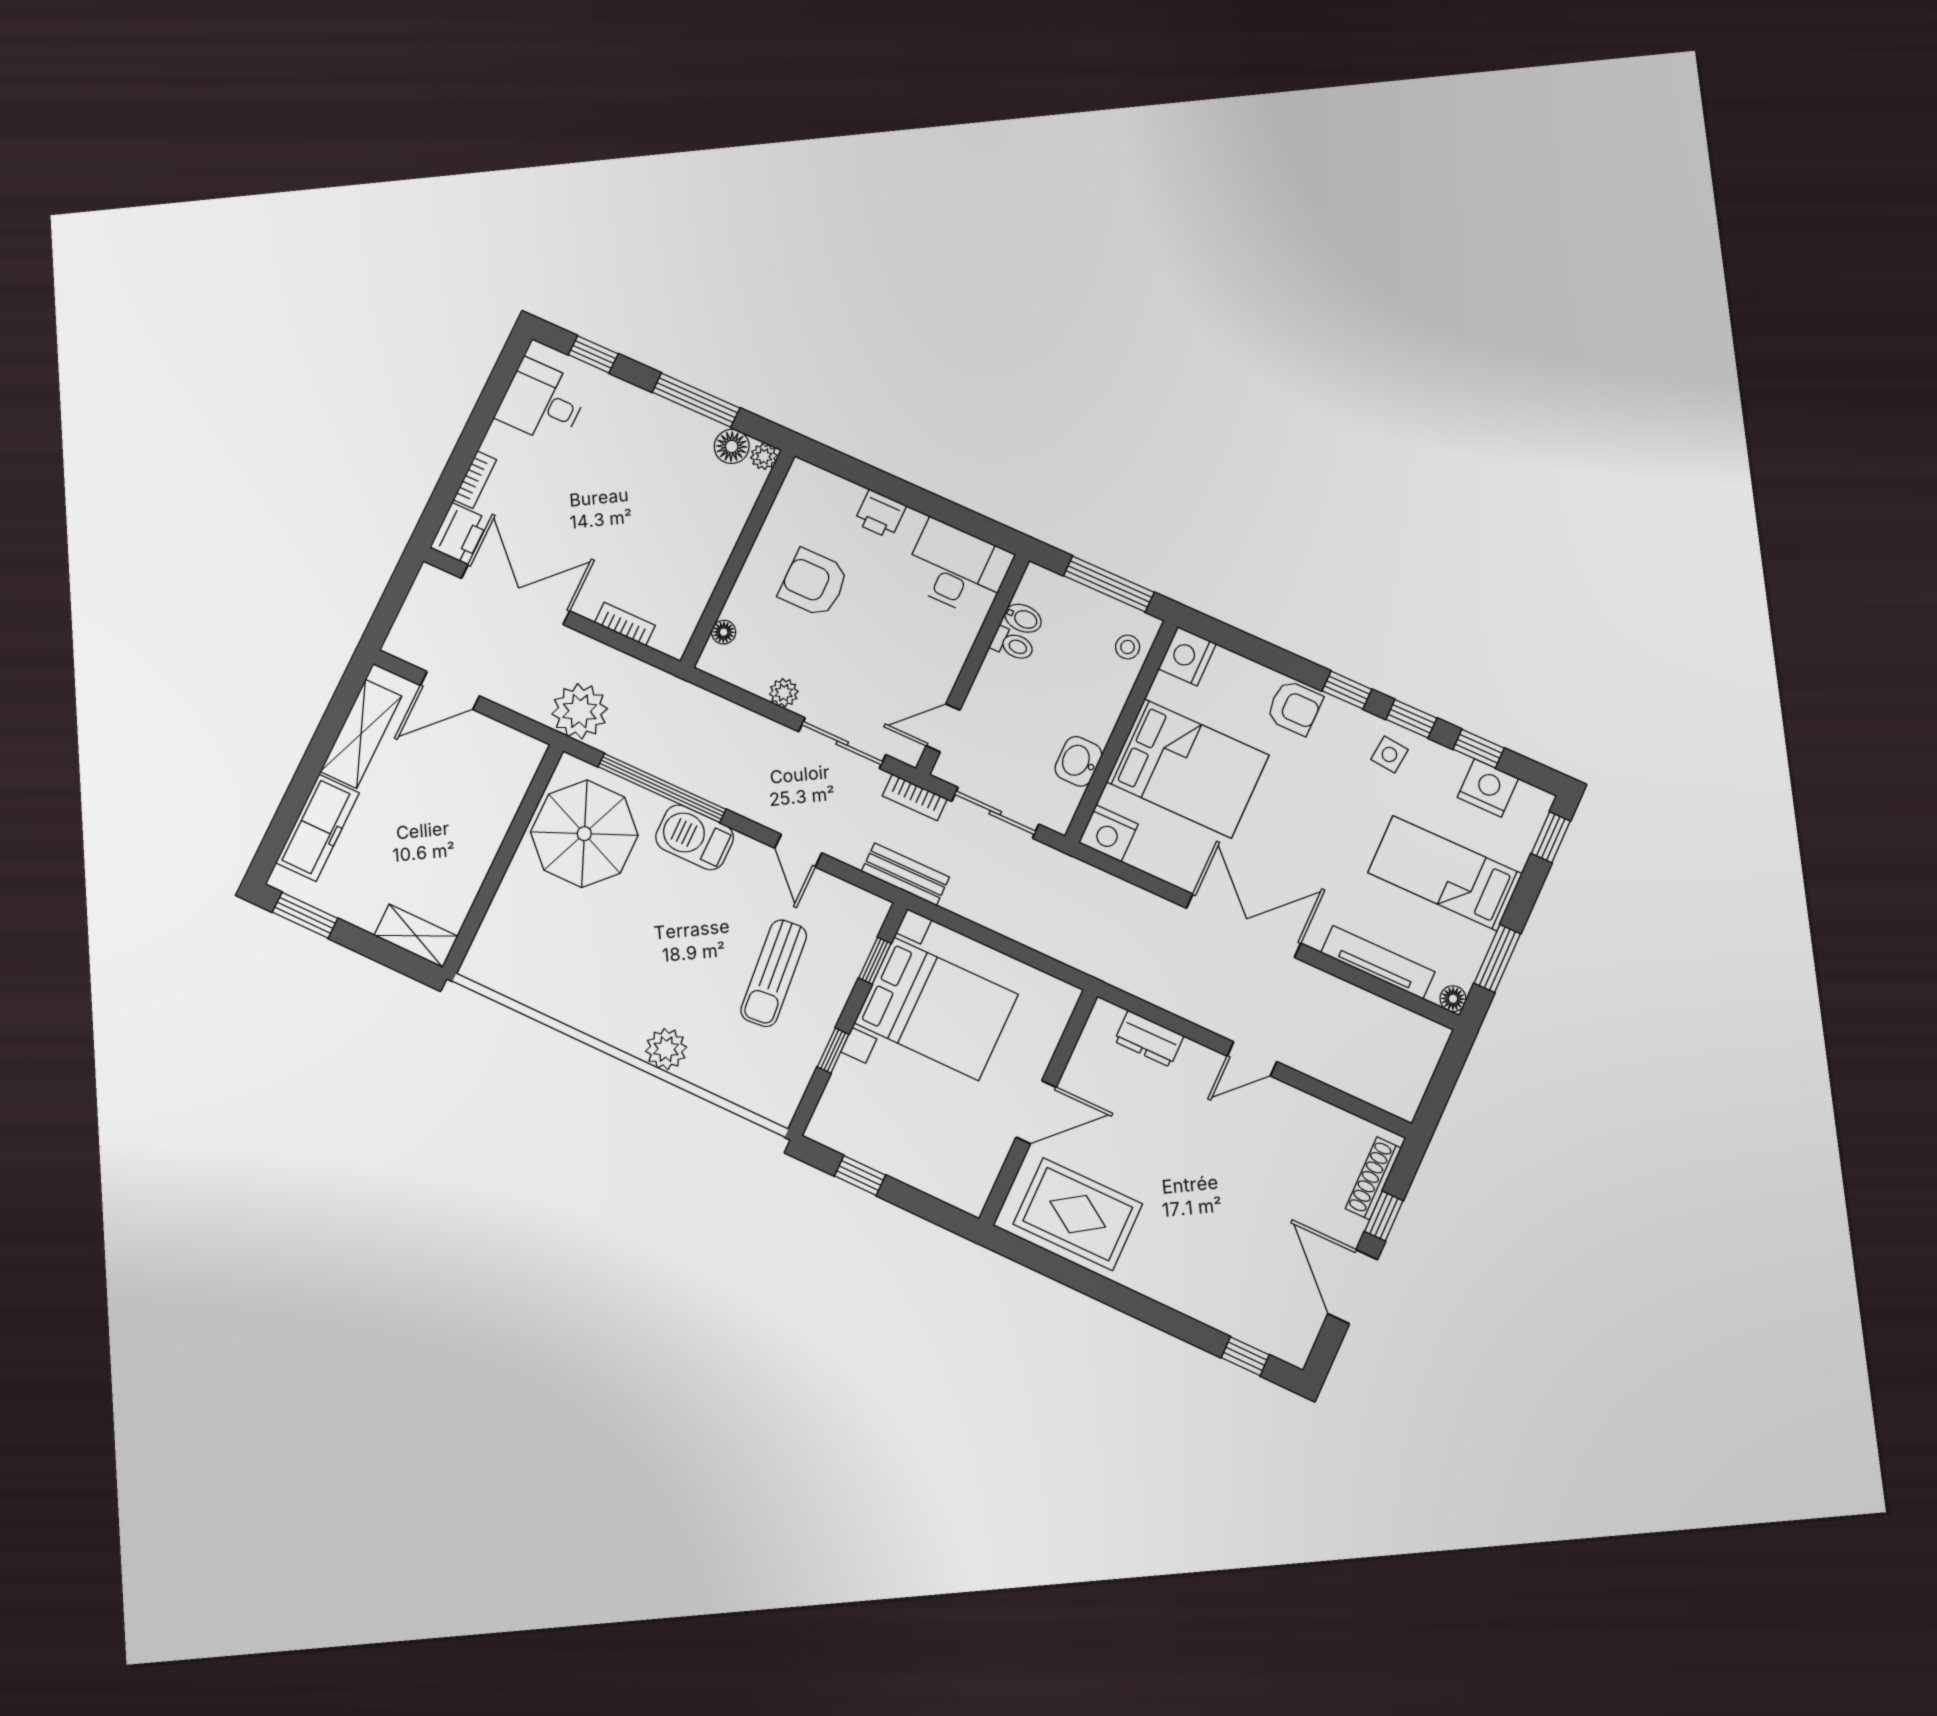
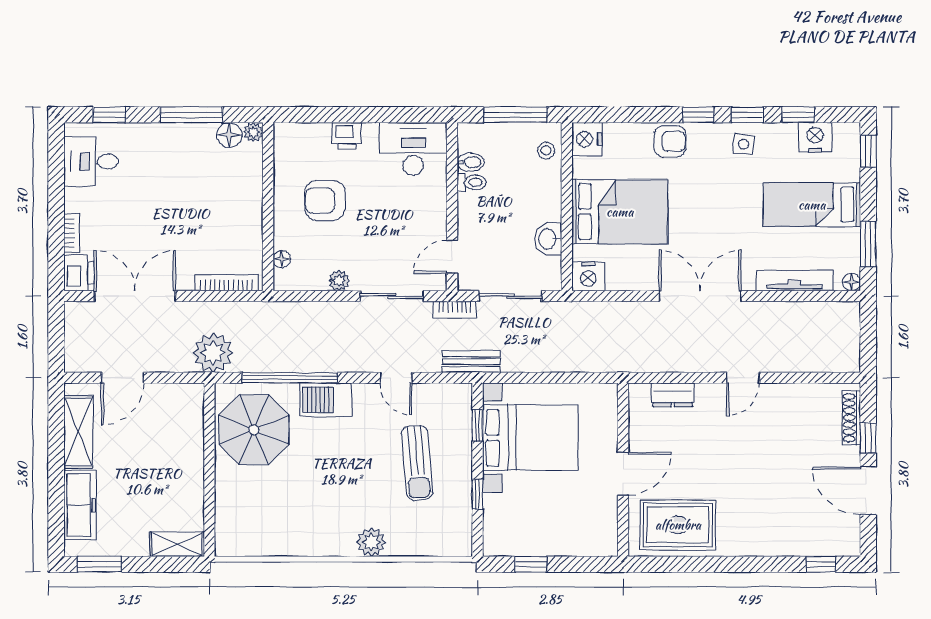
bookcase: (625, 624) -> (227, 283), width x1.56

